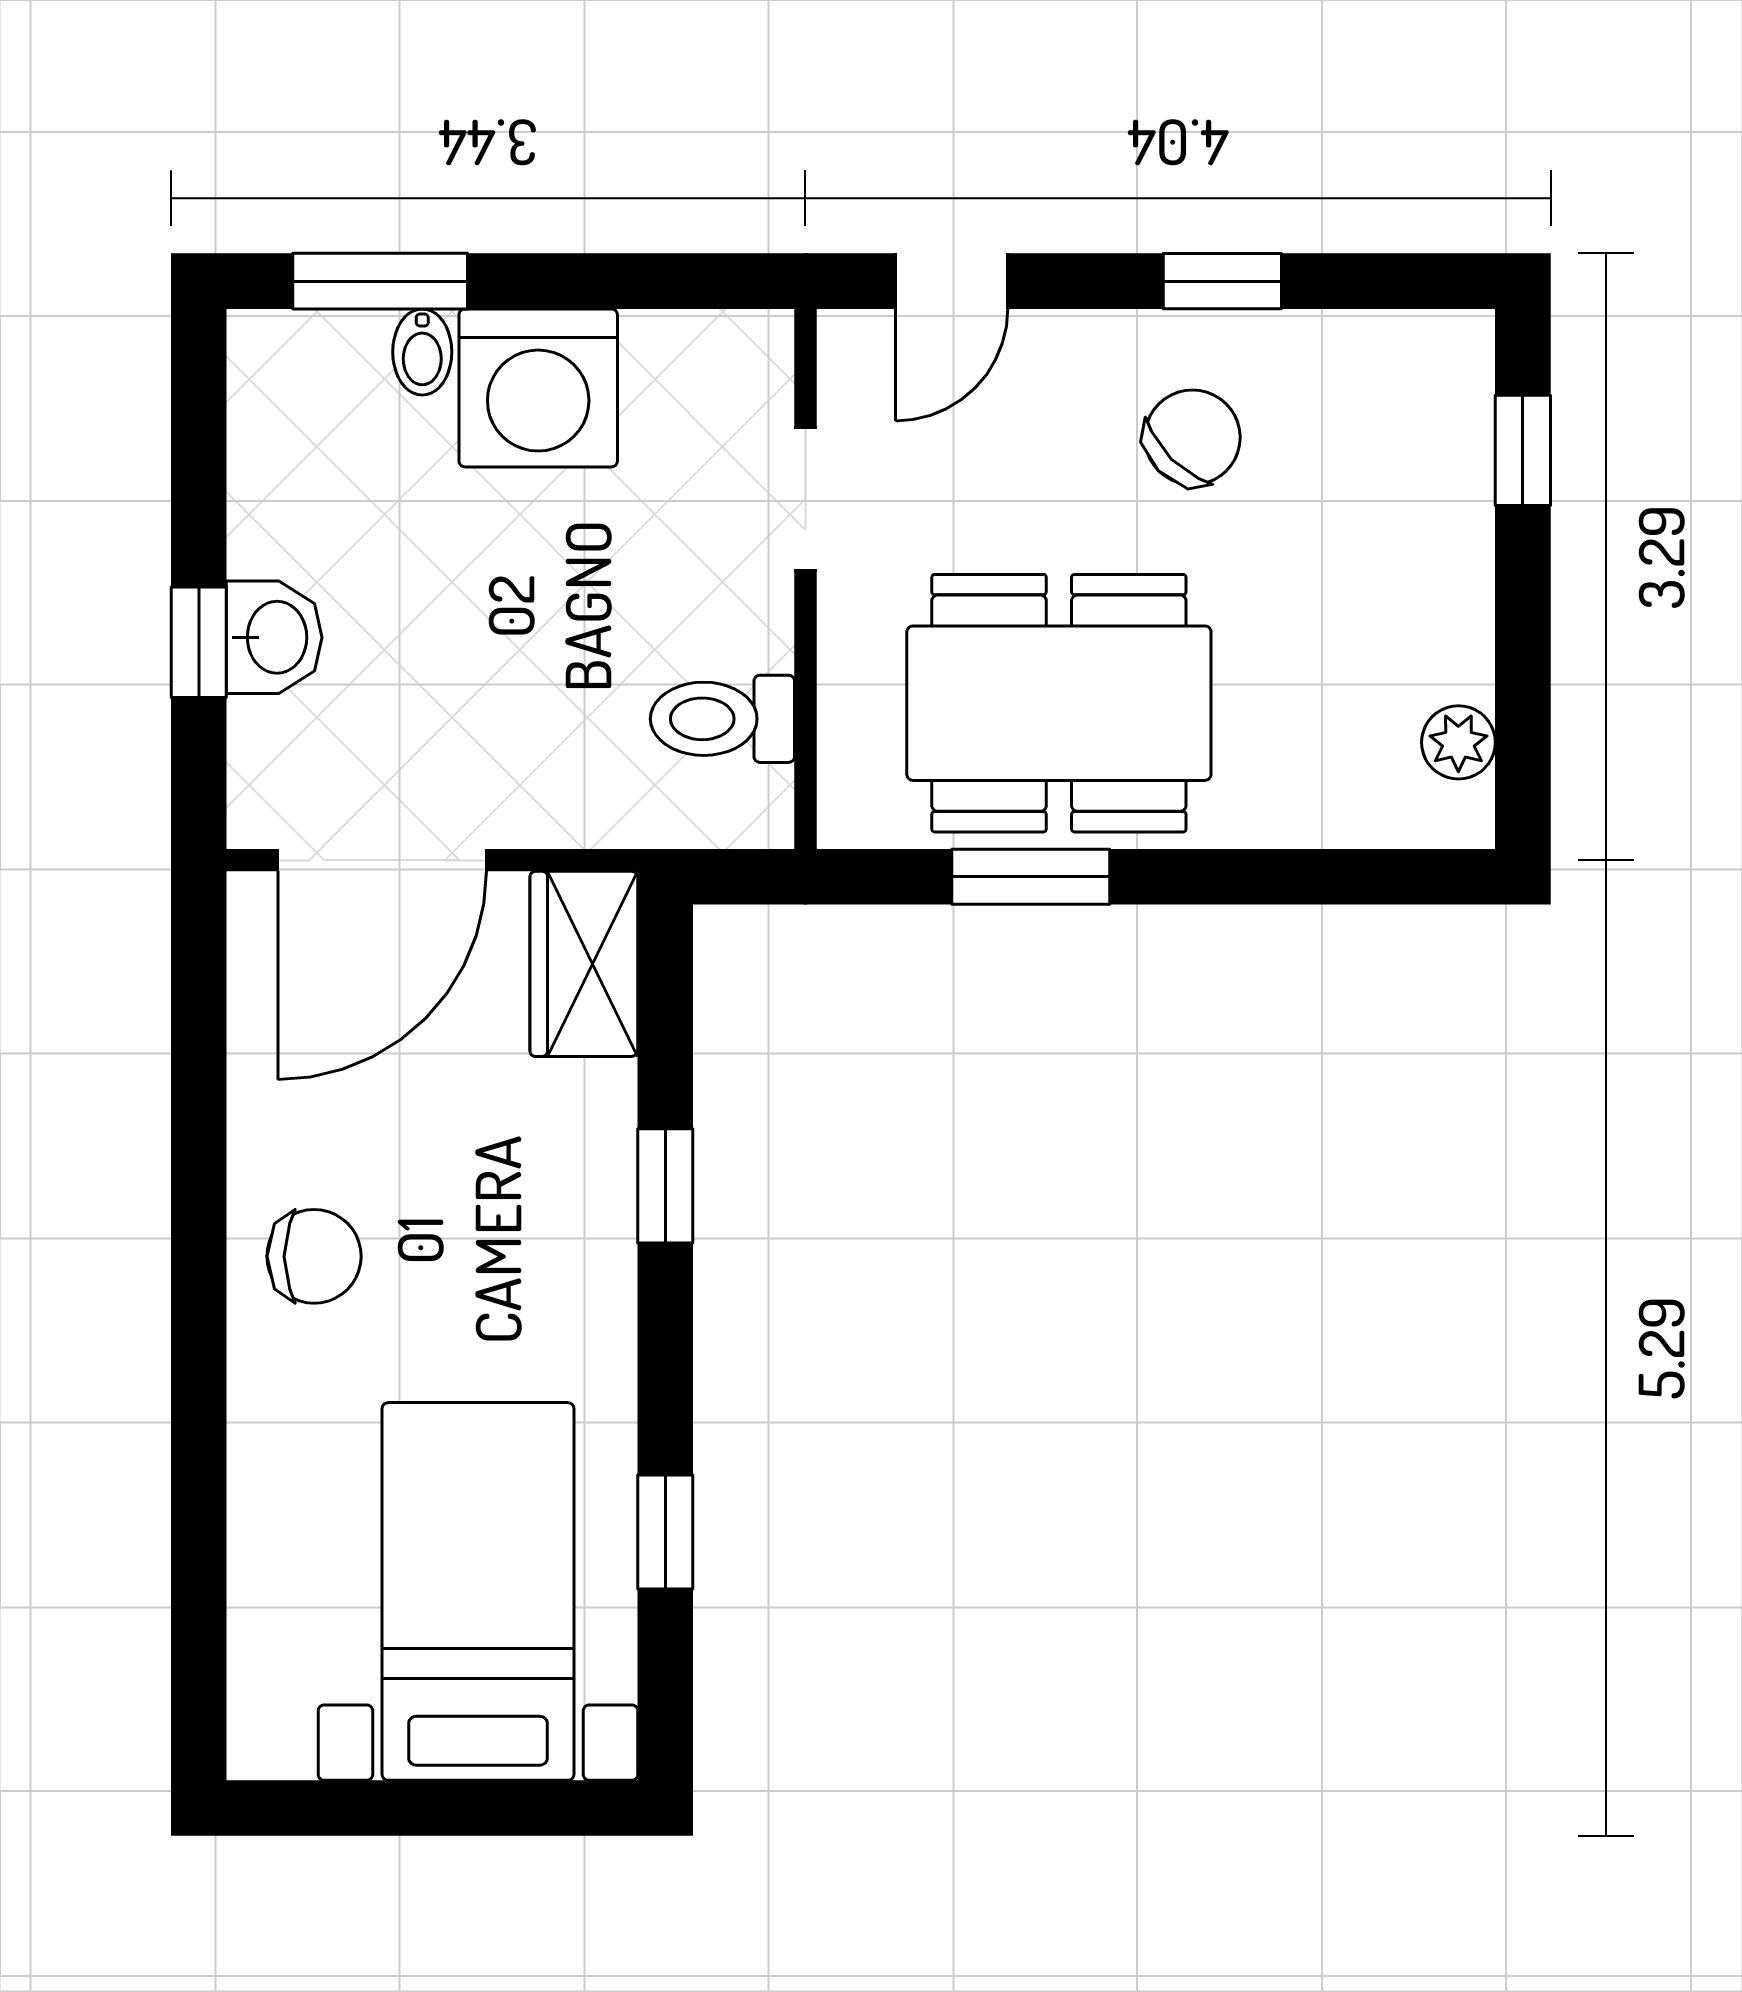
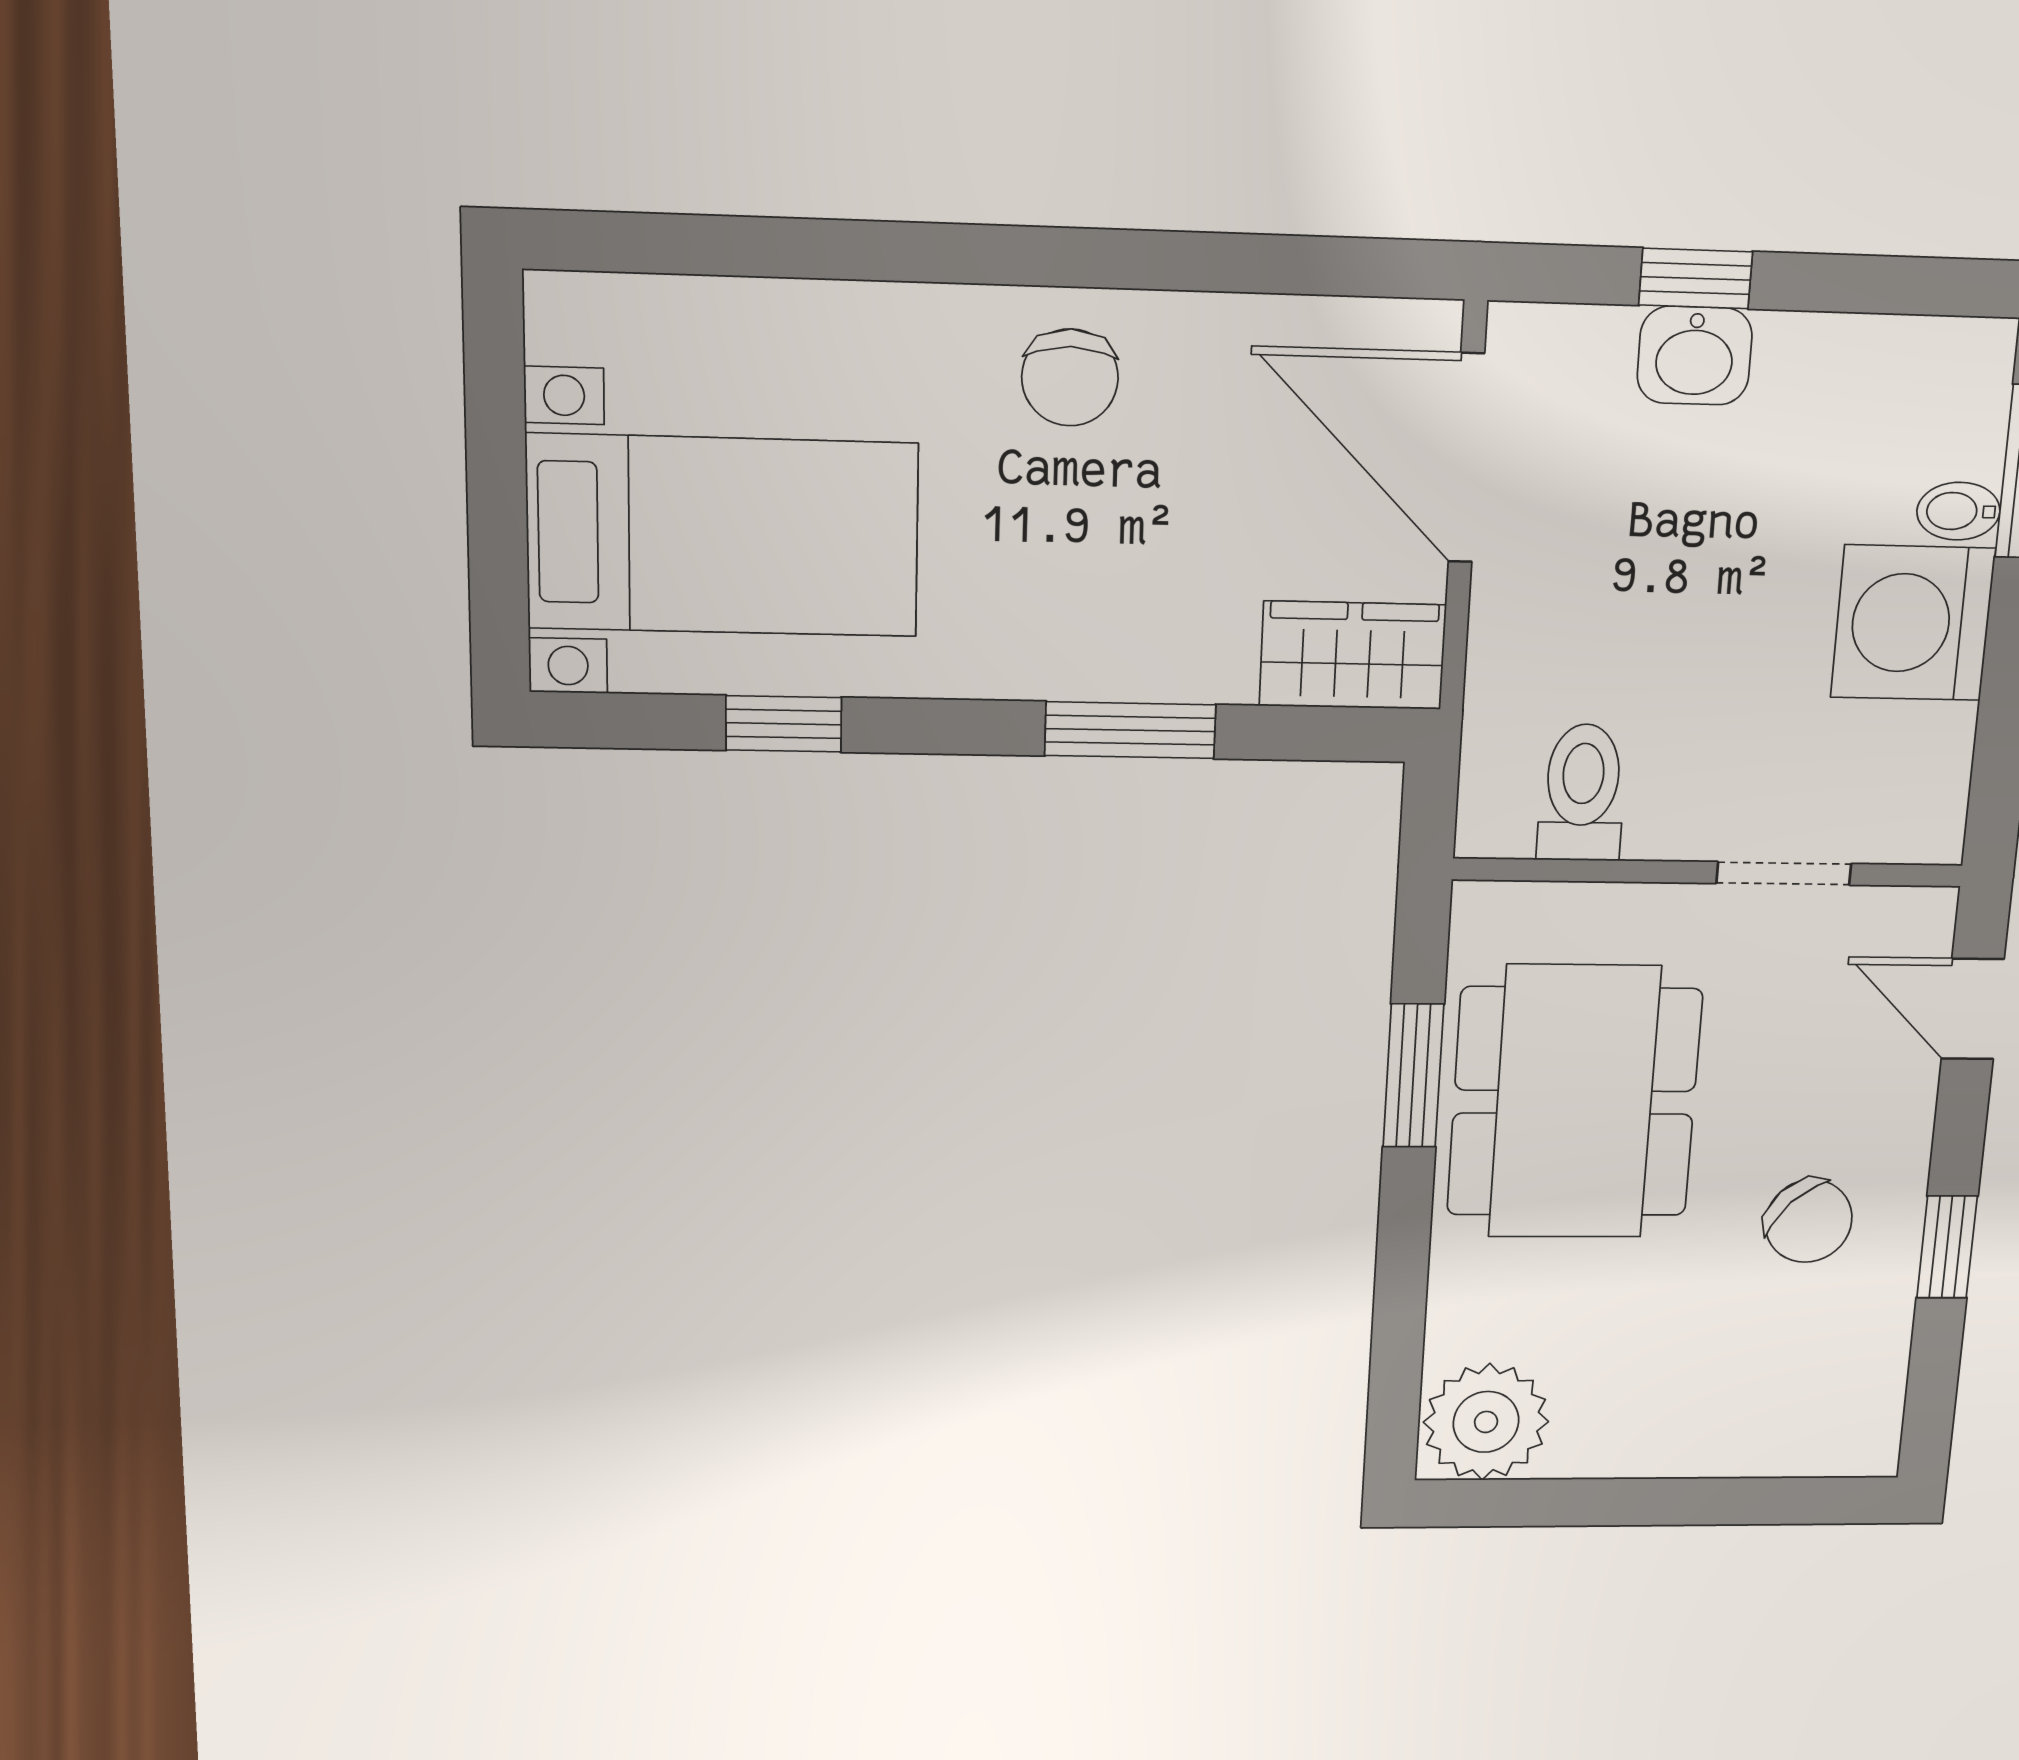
window: (1523, 450) -> (1771, 1501), removed
plant: (1458, 742) -> (1486, 1422), width x1.88, depth x1.88
window: (665, 1186) -> (1130, 730), width x1.50

